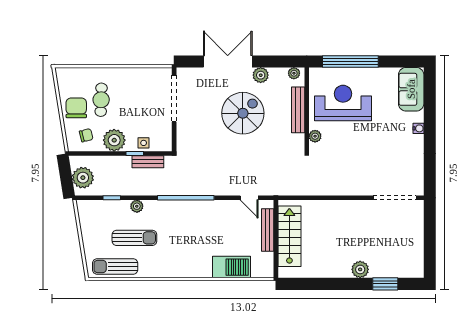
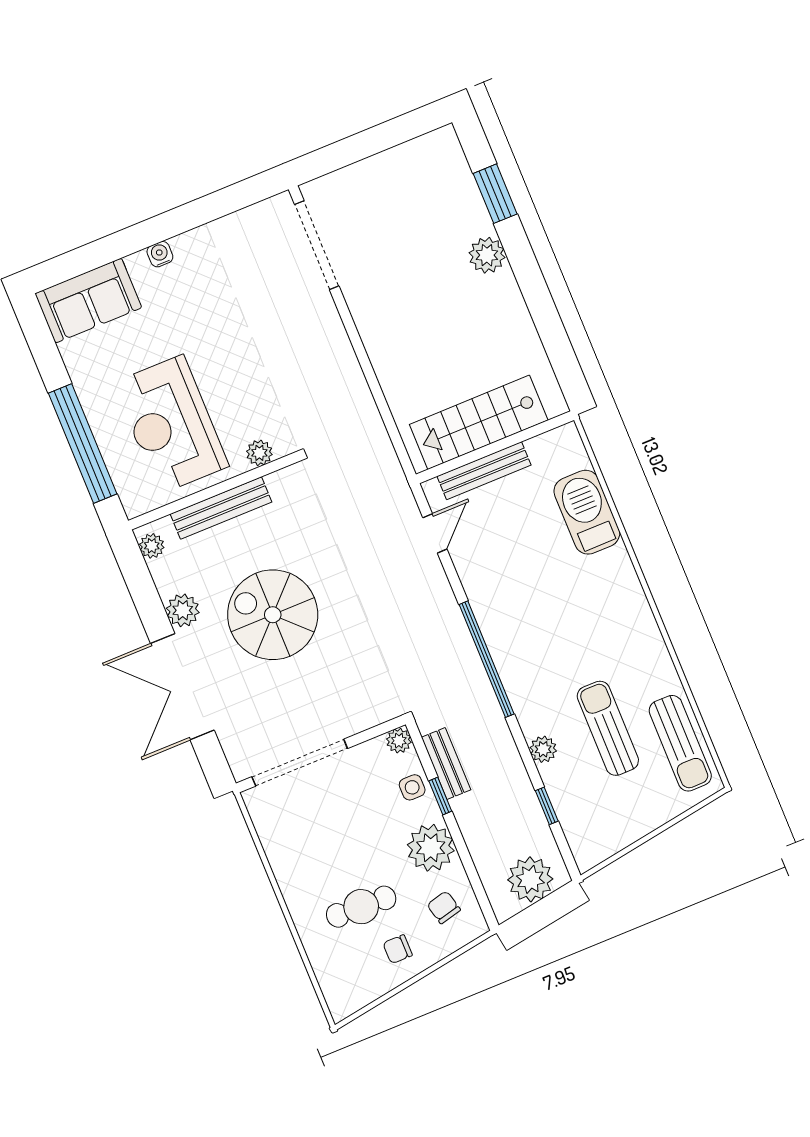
chair: (76, 108) -> (398, 949), width x0.54, depth x0.54
plant: (166, 145) -> (399, 741), added

